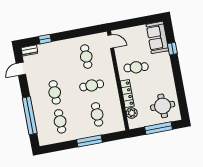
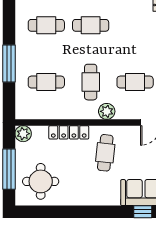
window: (172, 49) -> (143, 212), moved
plant: (109, 71) -> (107, 111), added
plant: (132, 113) -> (23, 134), moved

